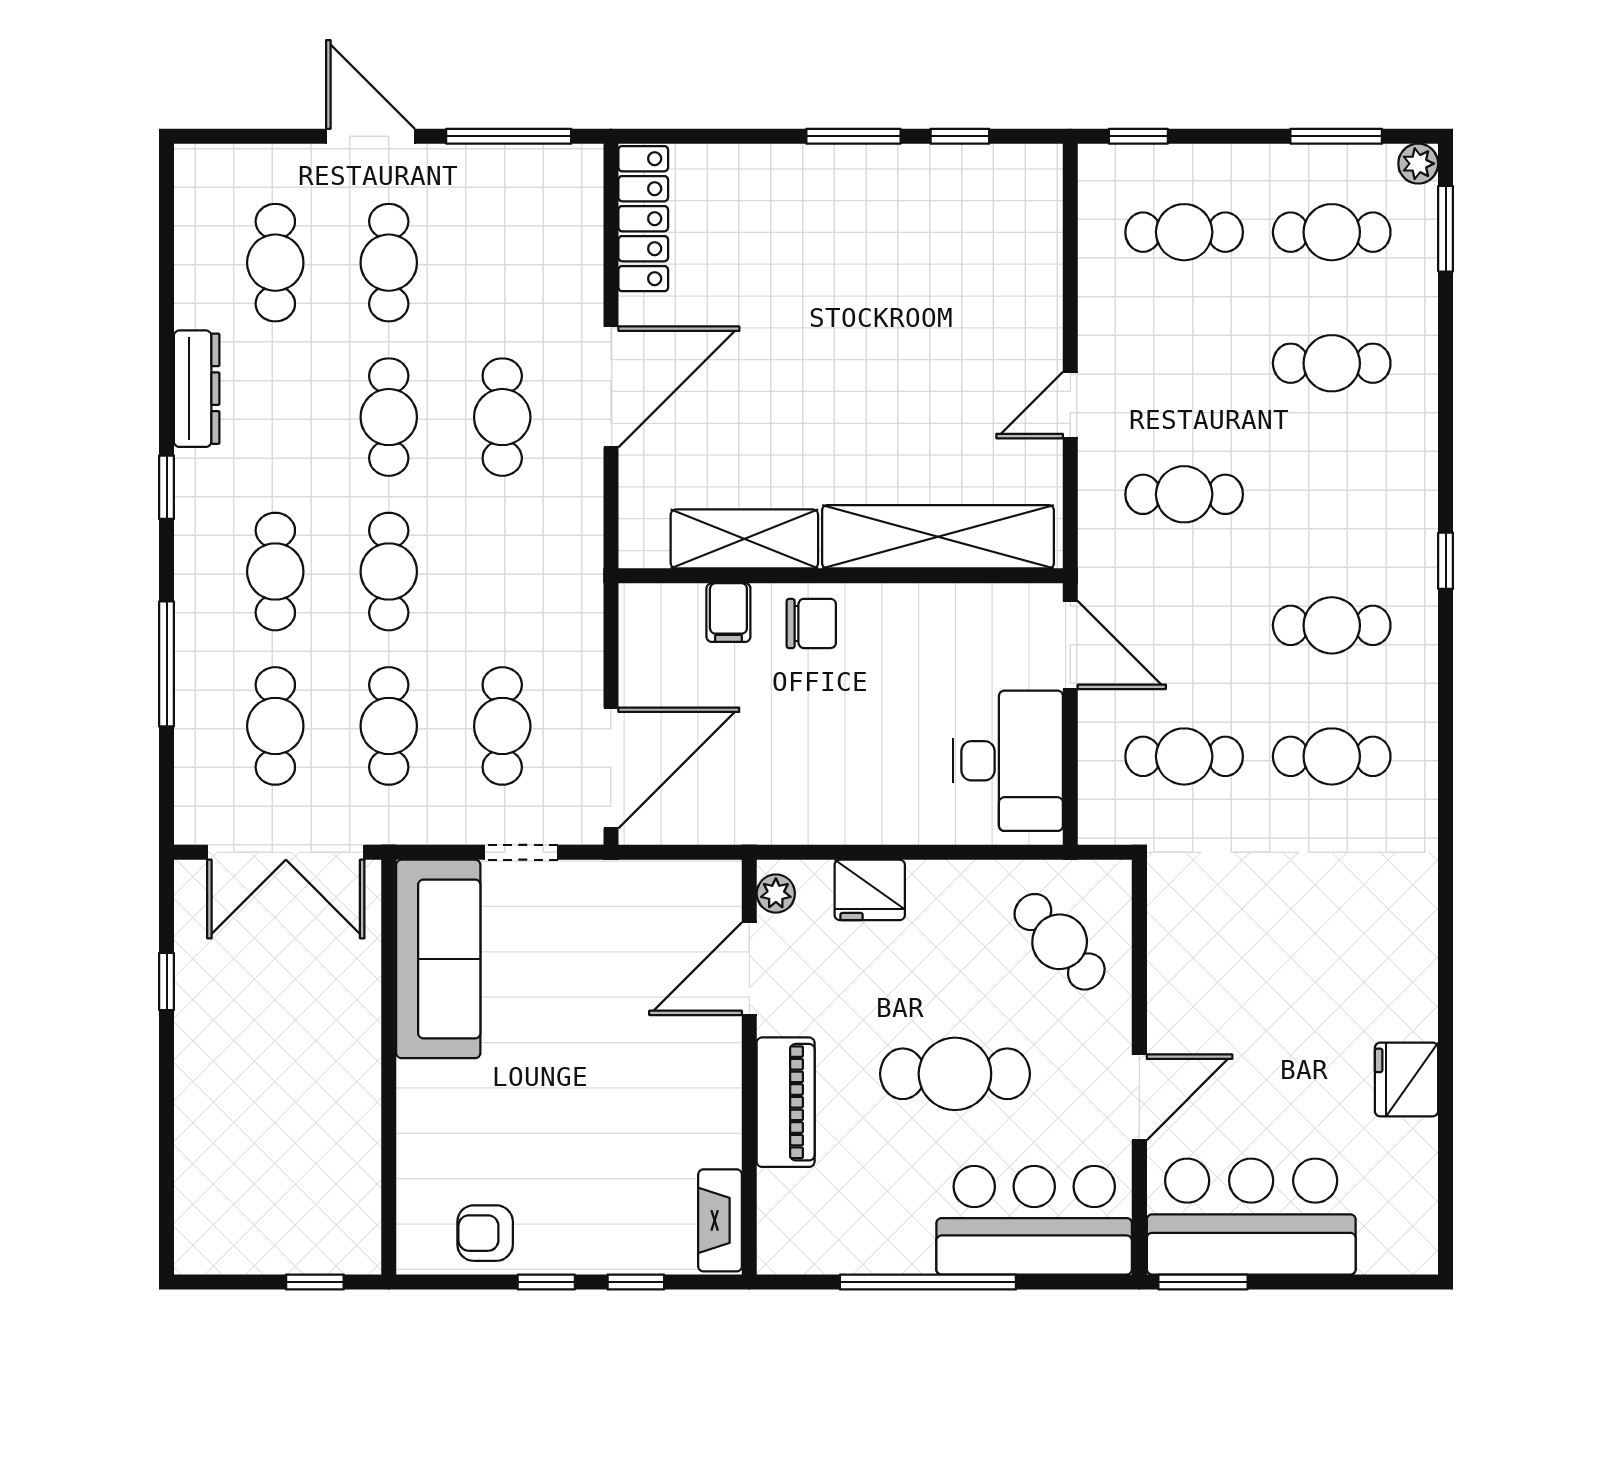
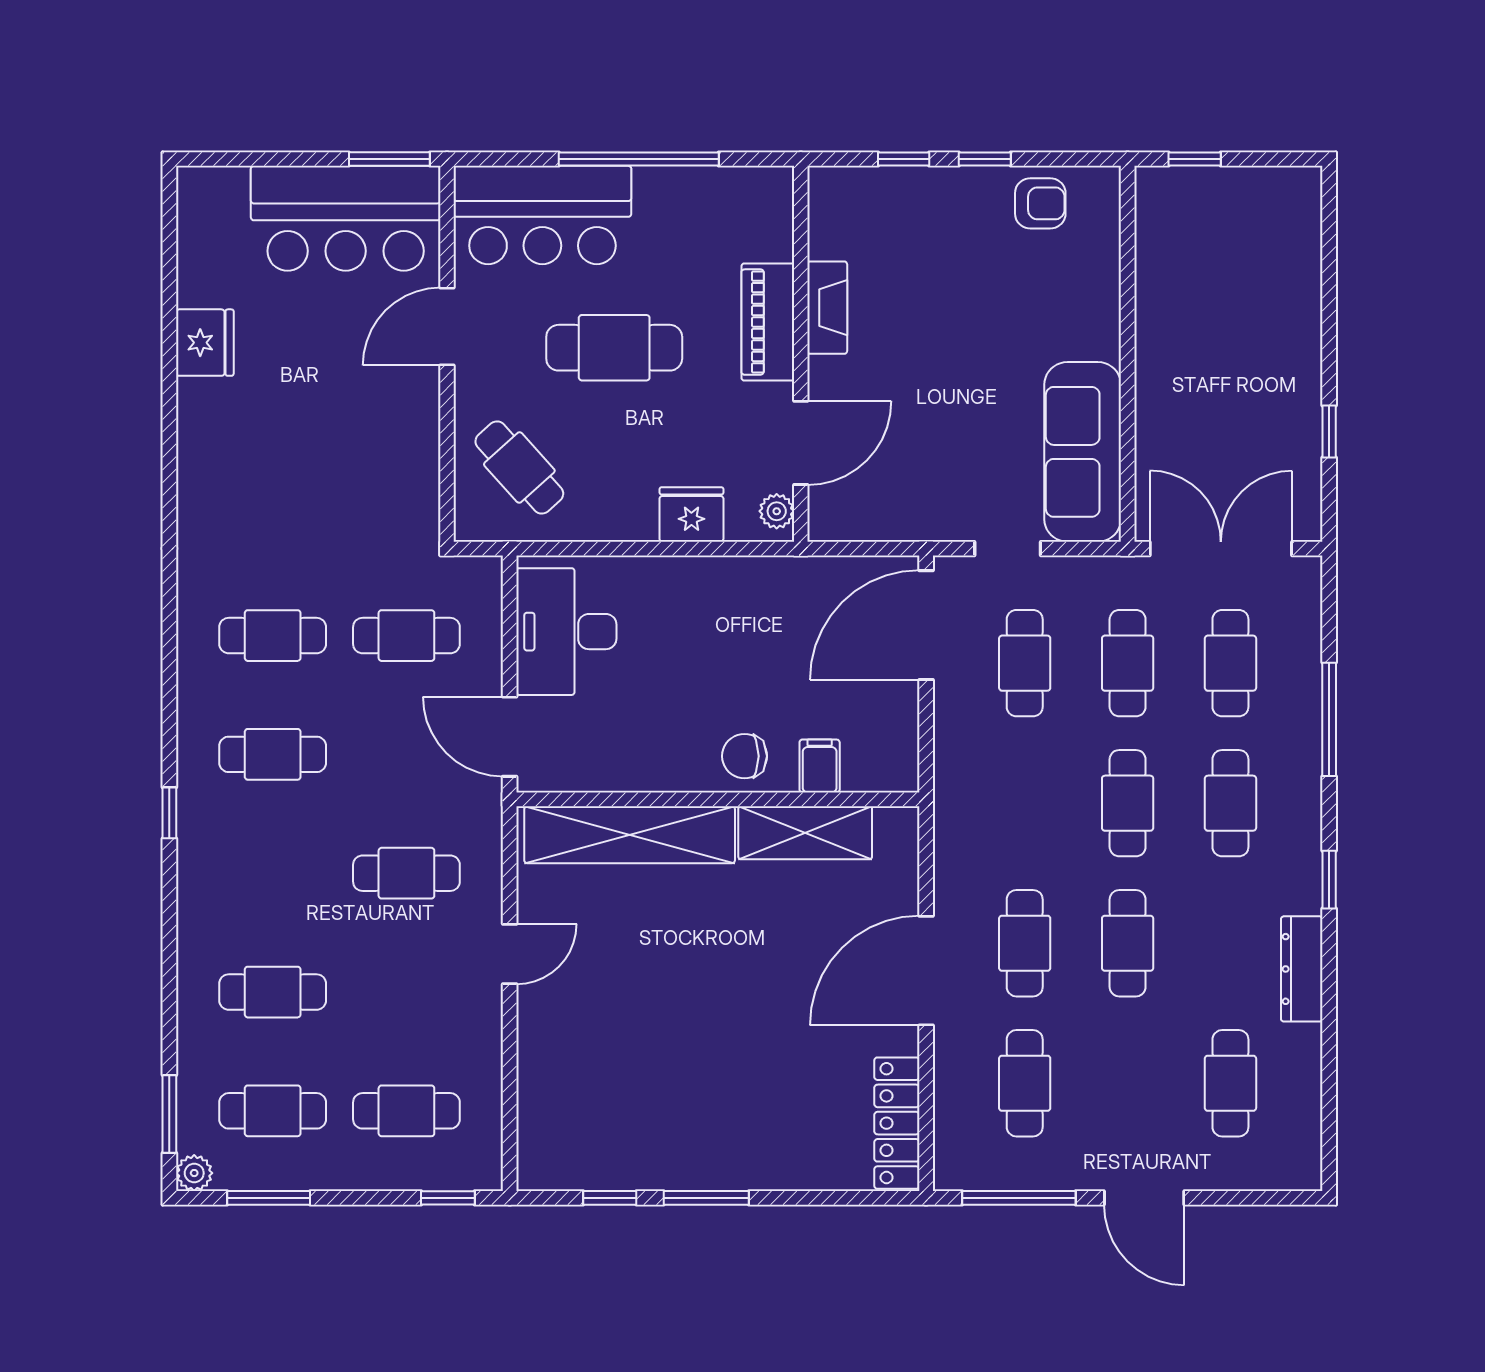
cafe table: (389, 263) -> (1025, 1083), moved
fireplace: (720, 1220) -> (827, 308), moved

